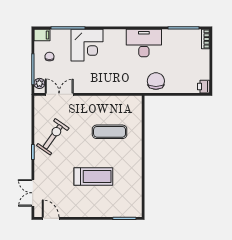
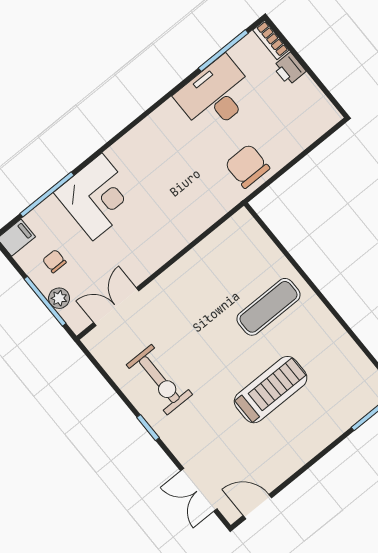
desk: (144, 43) -> (216, 95), moved
plant: (39, 83) -> (59, 298), moved
printer: (204, 87) -> (289, 69), moved
exercise mat: (110, 132) -> (268, 307), moved
exercise bike: (53, 137) -> (159, 380), turned 145

